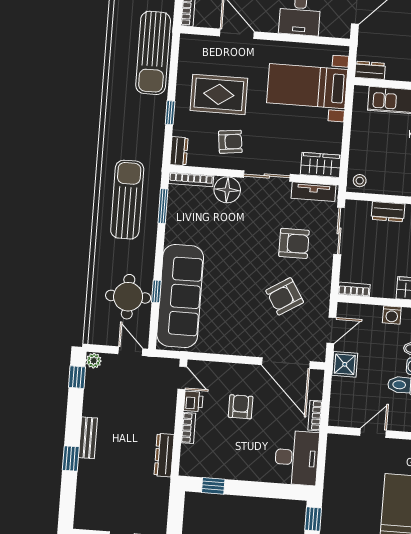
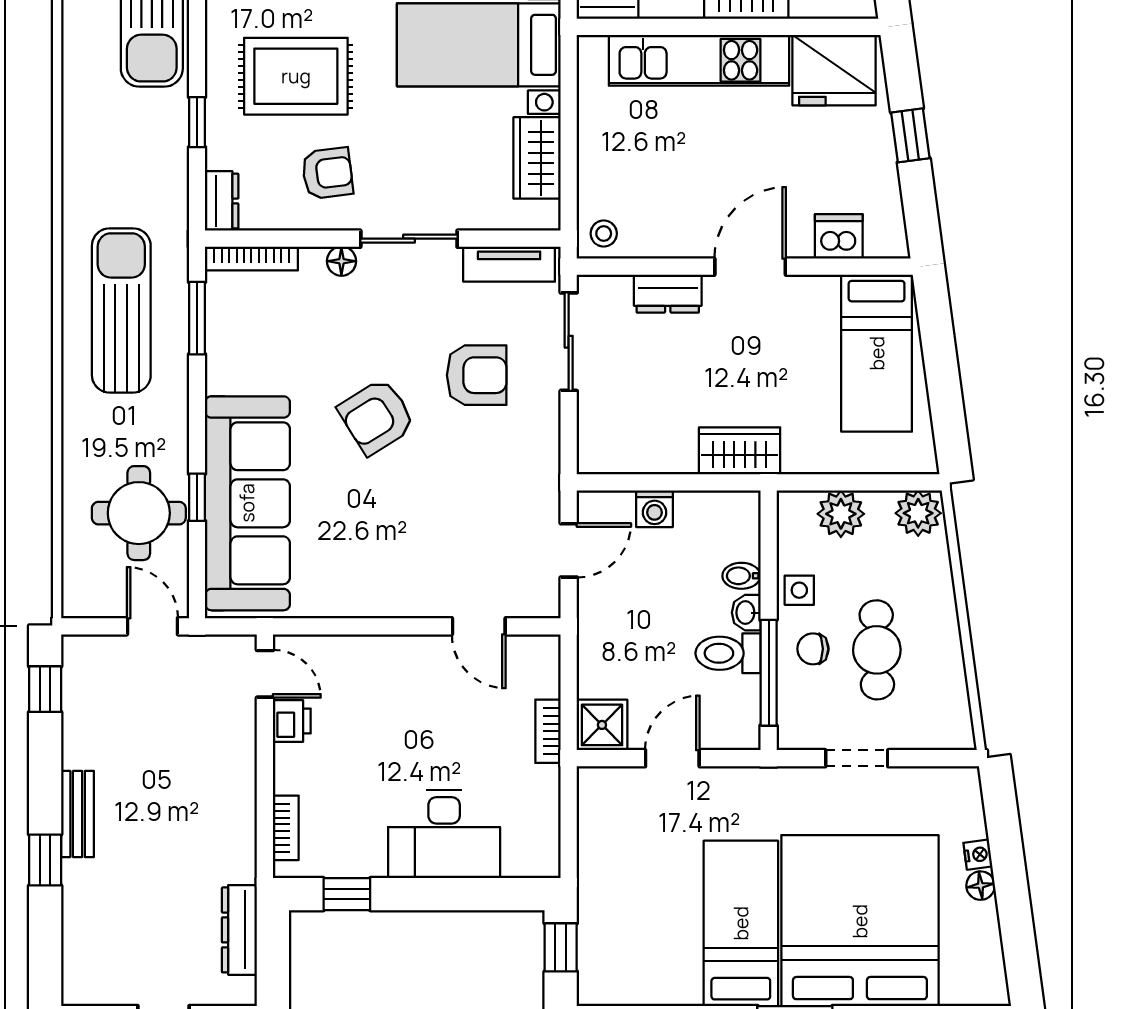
wardrobe: (321, 165) -> (537, 158), moved, turned -90
floor lamp: (227, 190) -> (341, 261), width x0.53, depth x0.53
bookcase: (354, 289) -> (609, 461), removed
armchair: (285, 296) -> (377, 417), moved
washing machine: (392, 315) -> (654, 509), moved
plant: (94, 361) -> (77, 652), removed
door: (286, 363) -> (479, 626), width x0.53
shower: (345, 364) -> (602, 725), moved
armchair: (241, 407) -> (391, 725), removed
bookcase: (188, 428) -> (286, 828), moved
dresser: (164, 455) -> (239, 930), moved
desk: (297, 458) -> (444, 834), moved, turned 90

